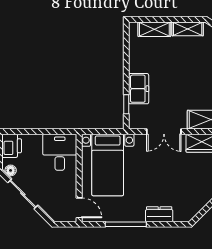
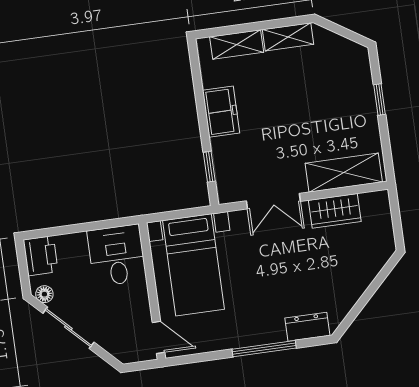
freezer: (139, 89) -> (221, 112), moved
dresser: (159, 214) -> (307, 327), moved
window: (126, 224) -> (264, 349), moved

